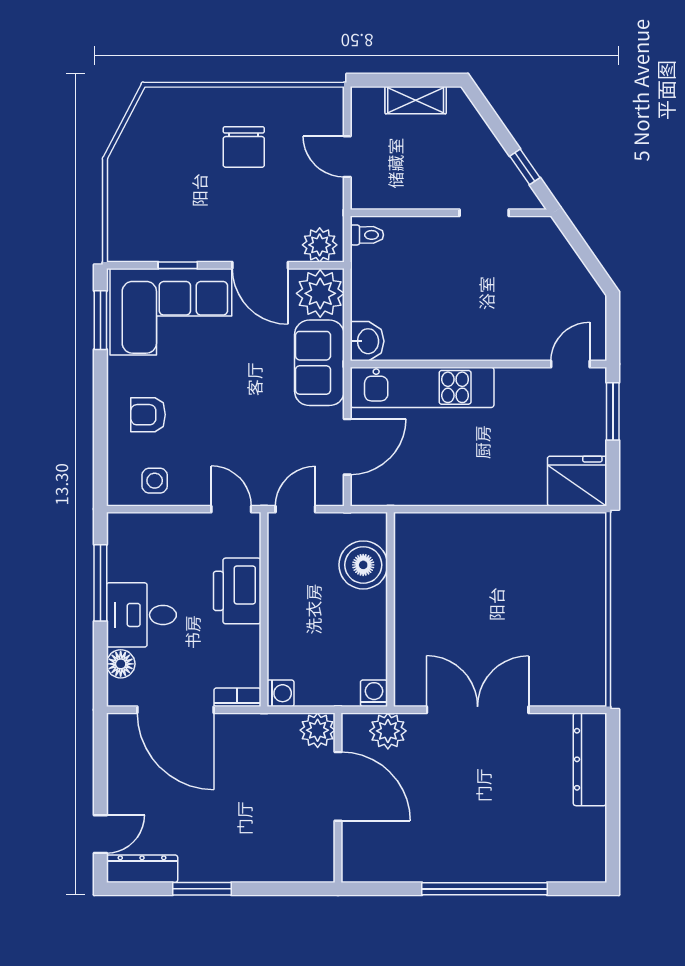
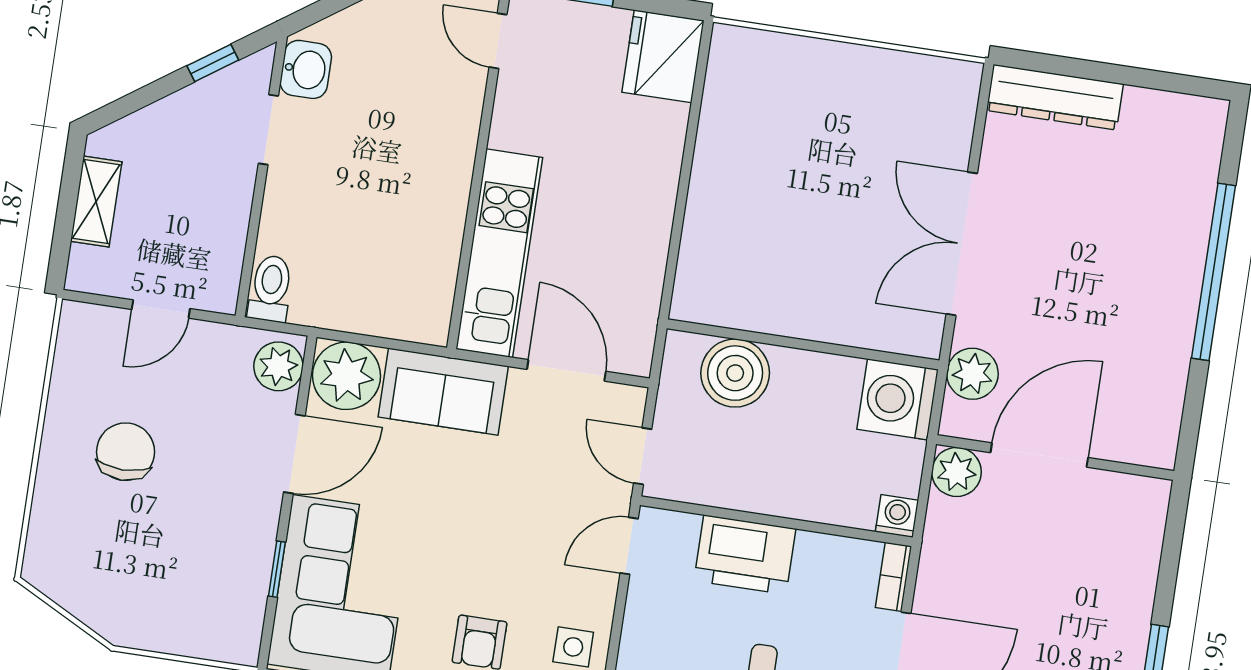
chair: (244, 147) -> (126, 452), turned -90
toilet: (367, 235) -> (271, 288), width x1.37, depth x1.39
washbasin: (367, 341) -> (306, 69), moved, turned 90
washing machine: (374, 693) -> (898, 399), width x1.89, depth x1.89

